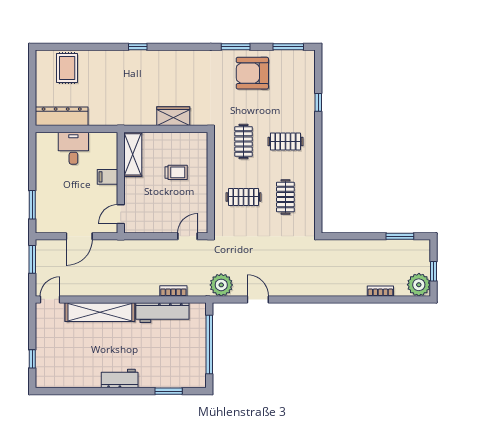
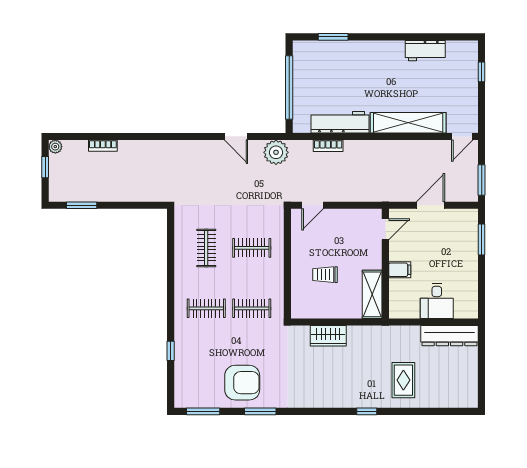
rug: (67, 68) -> (403, 380), moved
clothes rail: (244, 141) -> (252, 308), turned 90
plant: (419, 285) -> (55, 147), width x0.53, depth x0.53
workbench: (120, 379) -> (425, 51), moved

